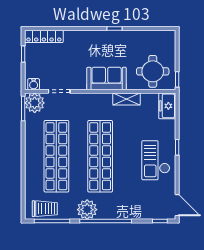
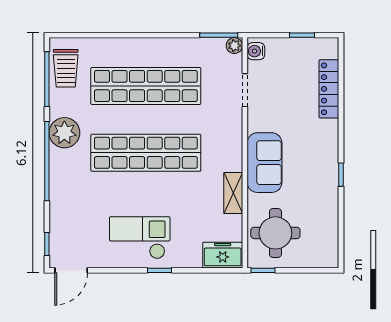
locker: (44, 36) -> (329, 89), moved
plant: (35, 103) -> (234, 46), width x0.53, depth x0.53

